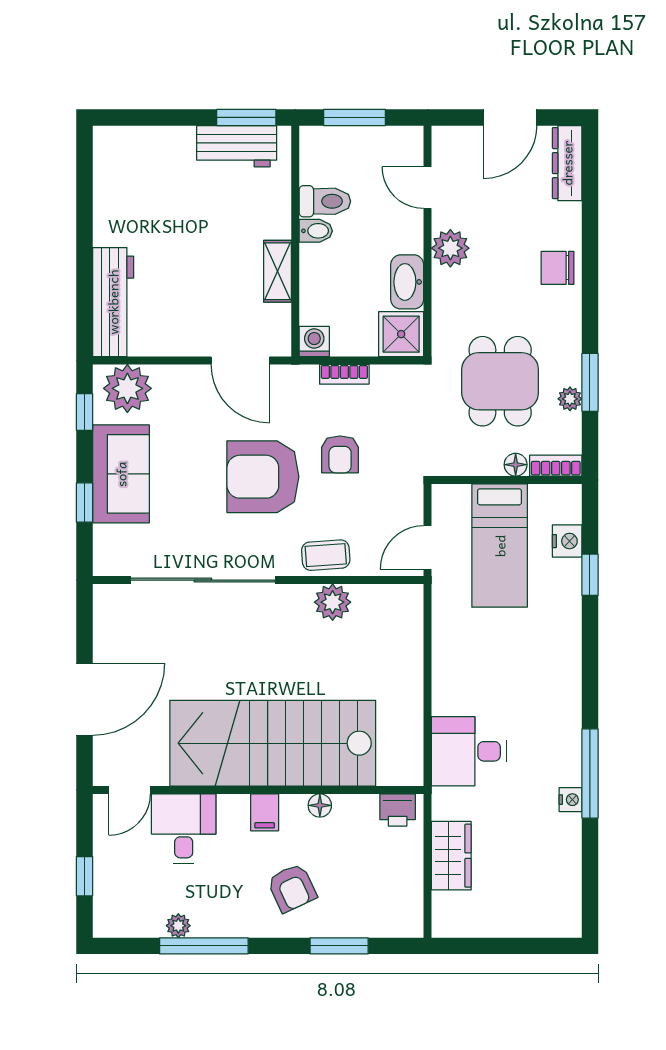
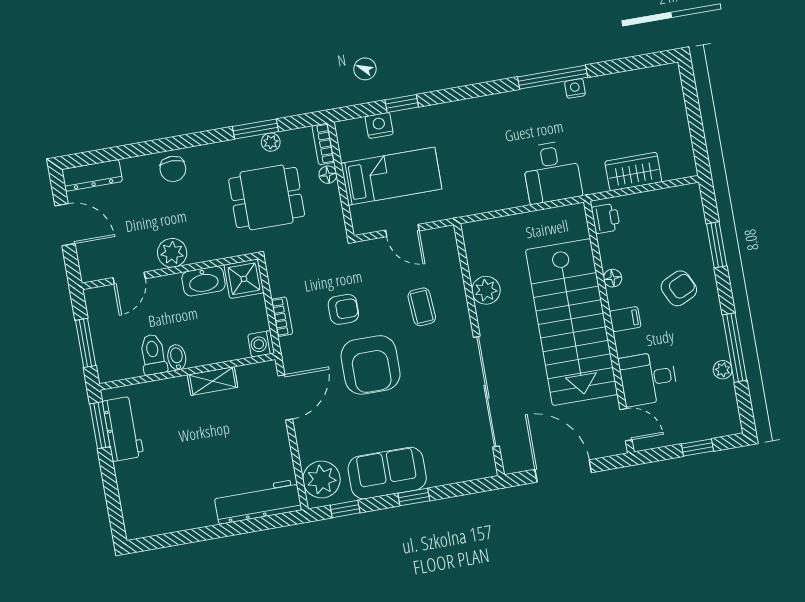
sliding door: (203, 580) -> (486, 392), moved
wall: (258, 580) -> (479, 350), moved
plant: (333, 602) -> (486, 290), moved

